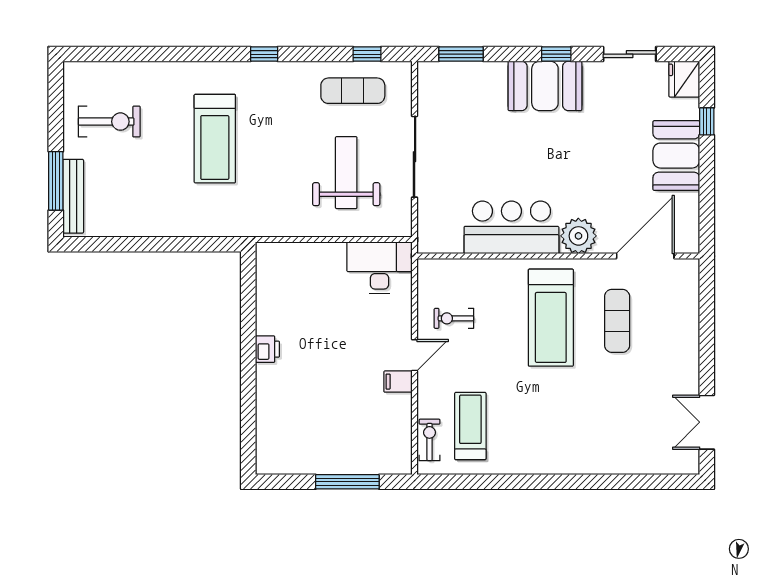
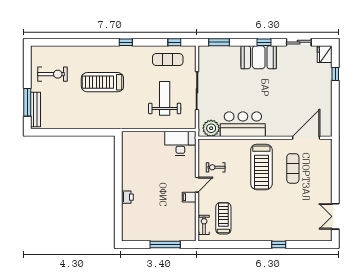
treadmill: (215, 139) -> (102, 82), turned 90
booth: (676, 156) -> (321, 90), removed
plant: (578, 236) -> (211, 128), moved
printer: (267, 349) -> (127, 197), moved
window: (587, 482) -> (279, 245), added

